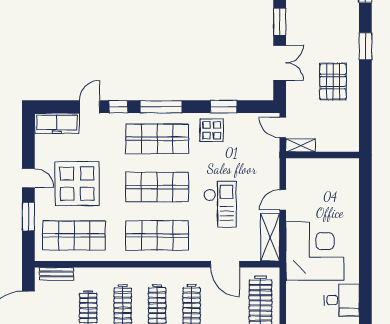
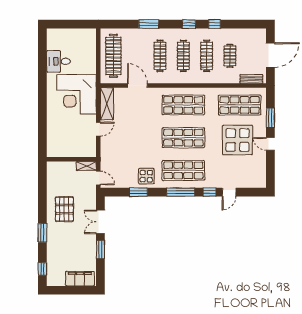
freezer: (57, 123) -> (251, 181), removed
checkout: (220, 204) -> (141, 126), removed

